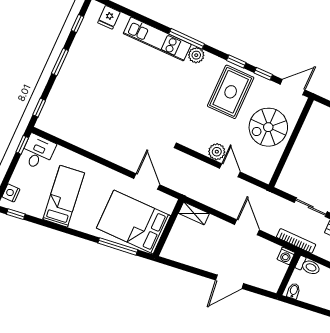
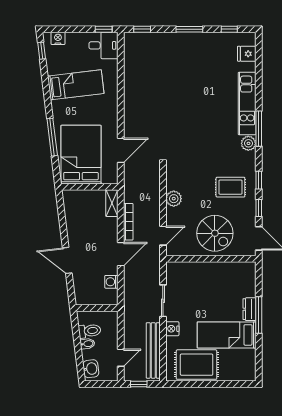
rug: (231, 92) -> (230, 187), width x0.73, depth x0.70
spiral stairs: (268, 127) -> (215, 233), turned 180
door: (230, 170) -> (163, 236), moved
bookcase: (296, 241) -> (128, 222), moved
window: (118, 246) -> (52, 137), moved
washing machine: (286, 256) -> (111, 282), moved
toilet: (308, 266) -> (90, 331), moved, turned -97
bidet: (294, 291) -> (87, 344), moved

